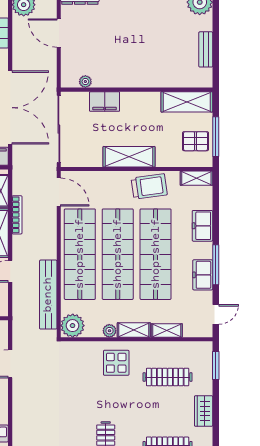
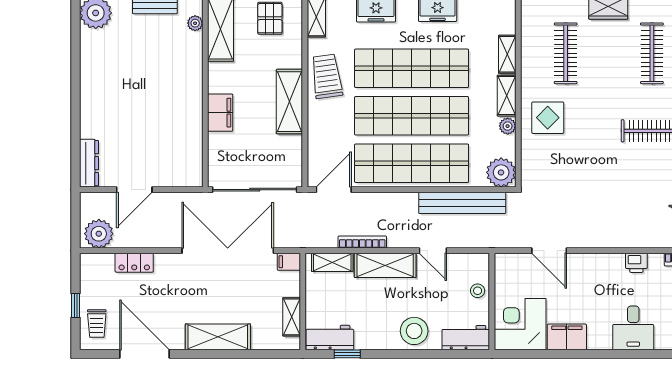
plant: (85, 82) -> (195, 23), moved
filing cabinet: (105, 102) -> (220, 113), moved

